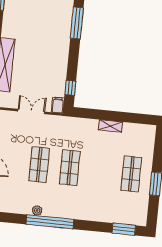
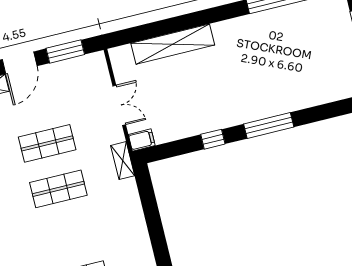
window: (70, 88) -> (213, 139), moved
shelving: (110, 126) -> (123, 161), moved

